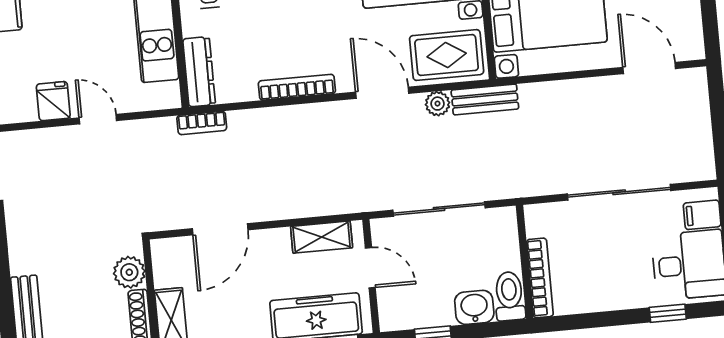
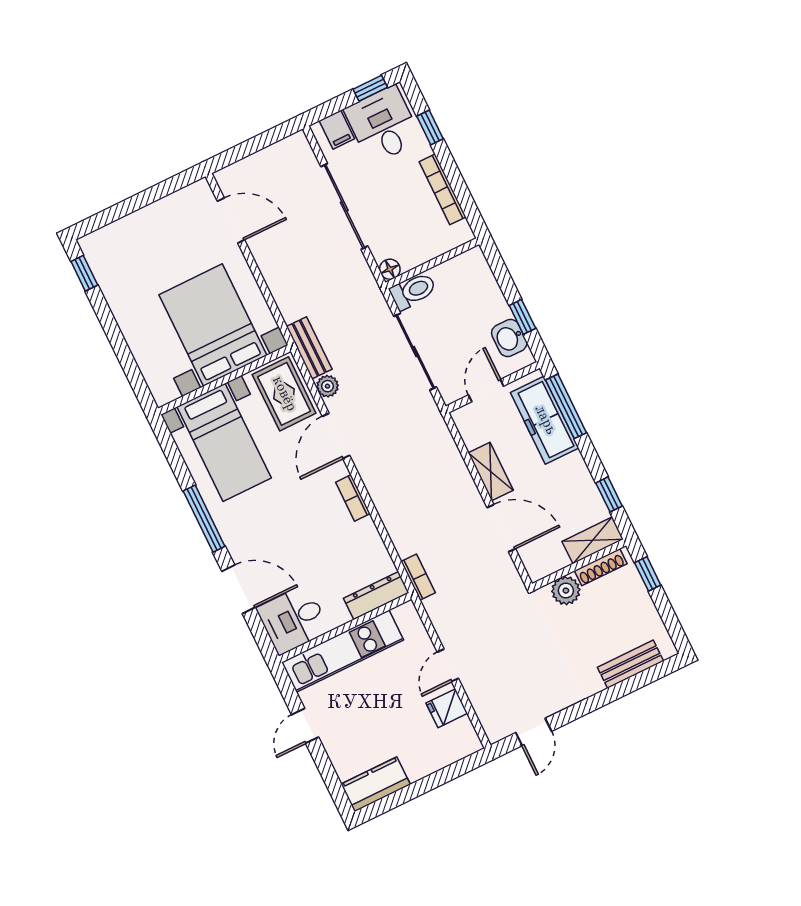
door: (649, 68) -> (231, 220), swing flipped
bookcase: (297, 87) -> (353, 498), width x0.64
floor lamp: (535, 215) -> (390, 269), added
shelving: (322, 237) -> (491, 472), moved
bookcase: (540, 278) -> (443, 189), moved, turned -90
toilet: (509, 296) -> (413, 291), moved, turned 180
washbasin: (474, 307) -> (509, 338), moved

